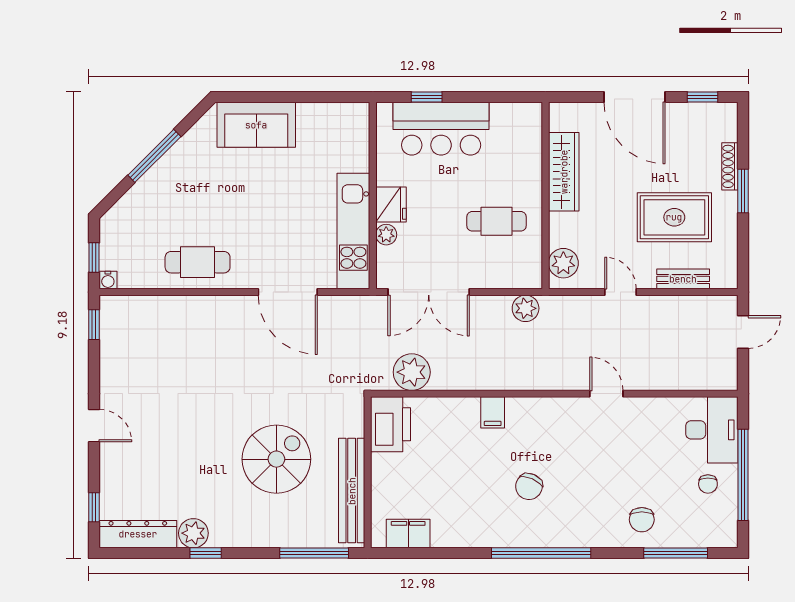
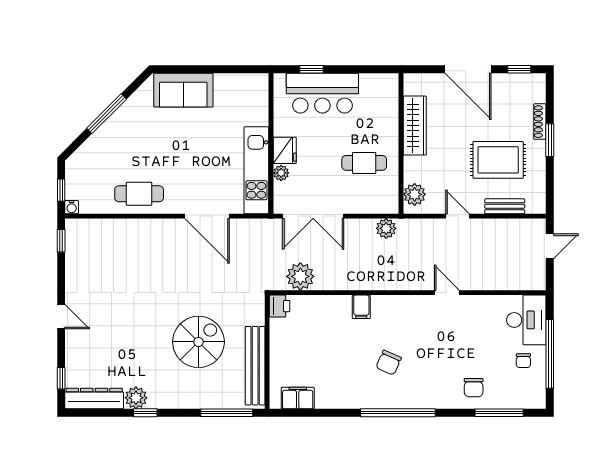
printer: (391, 424) -> (280, 306), width x0.53, depth x0.68

